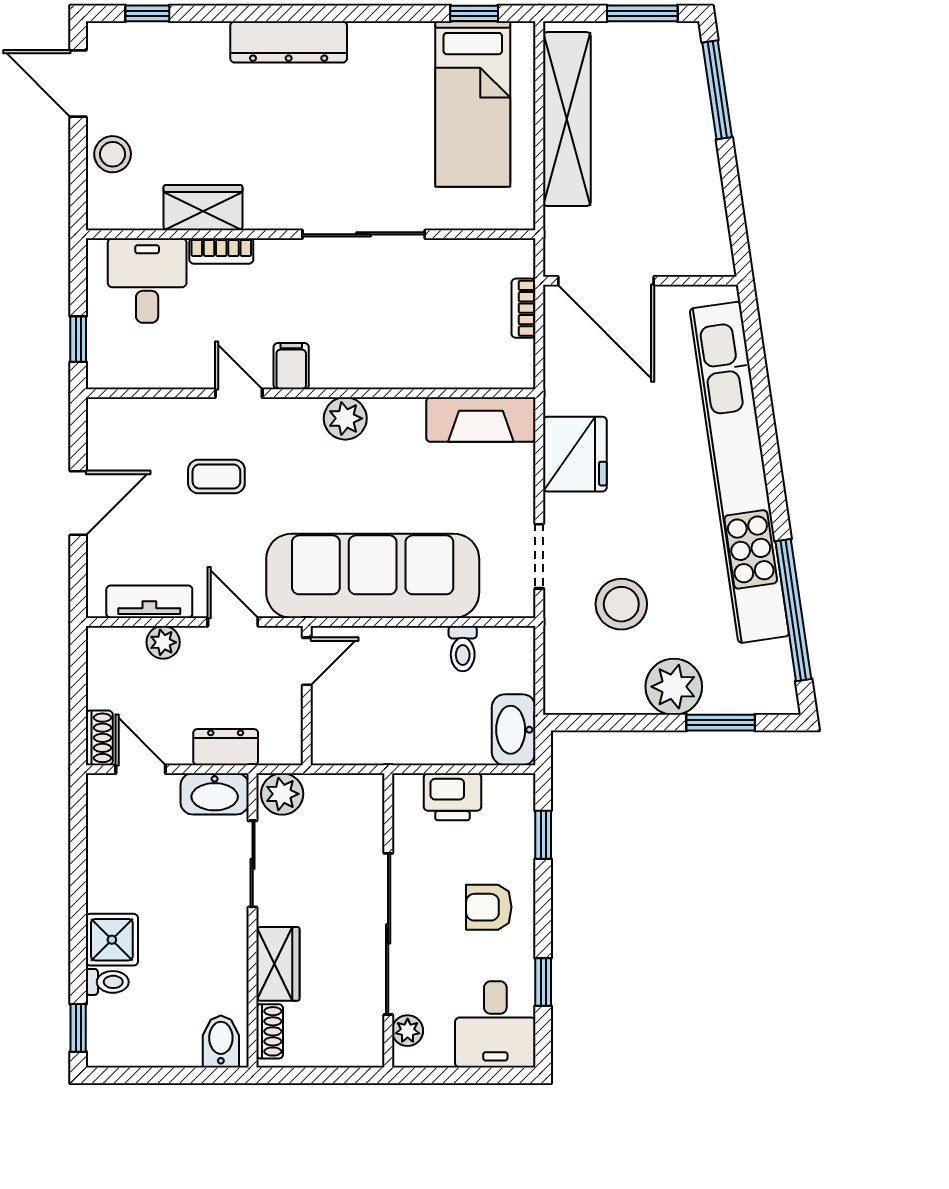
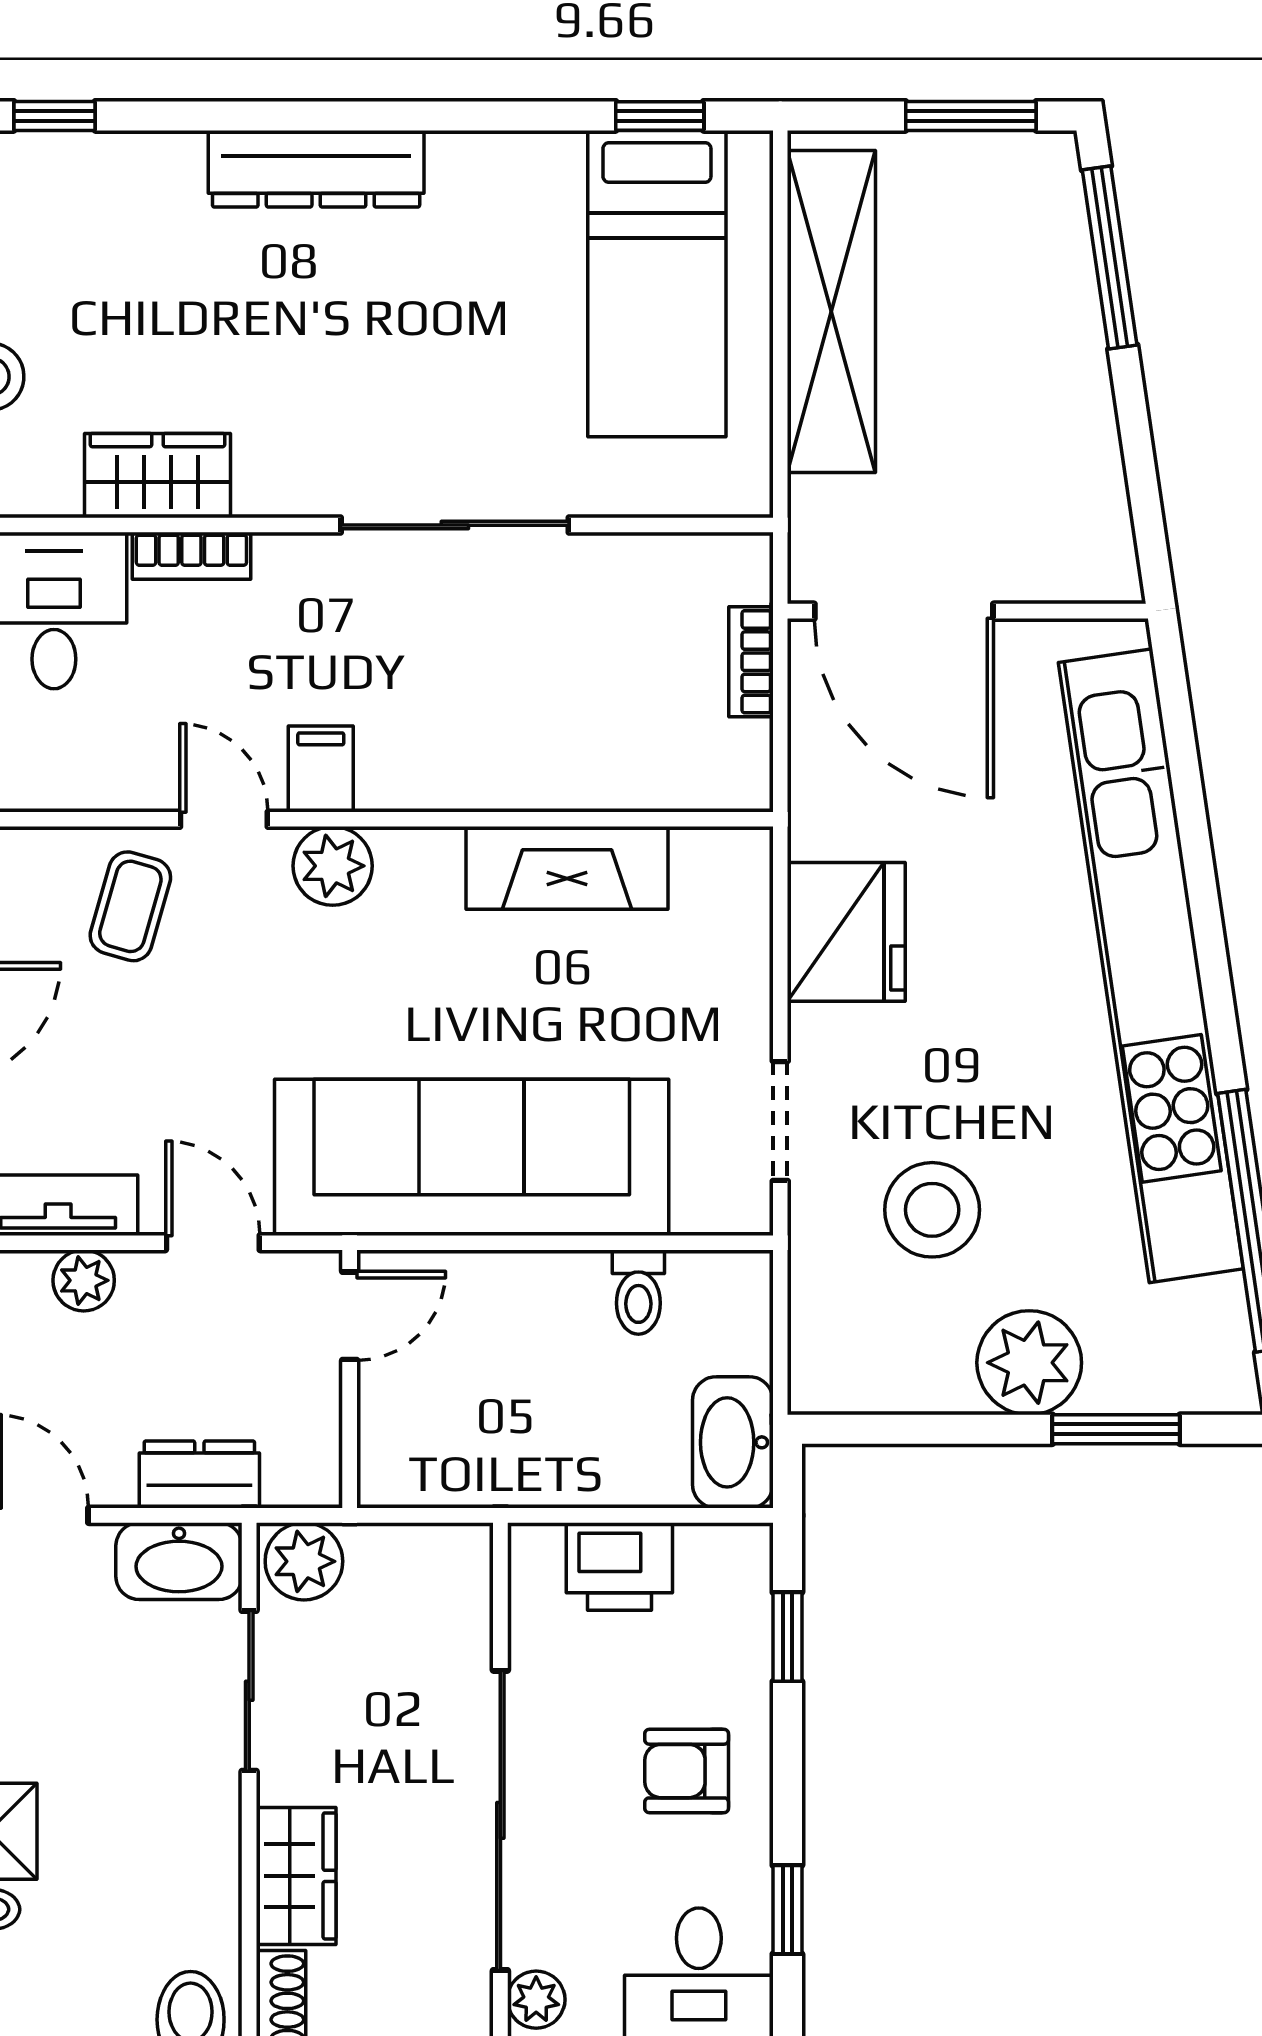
plant: (345, 418) -> (333, 866), moved
fireplace: (481, 420) -> (567, 868), moved
coffee table: (216, 476) -> (130, 906), moved, turned -74

